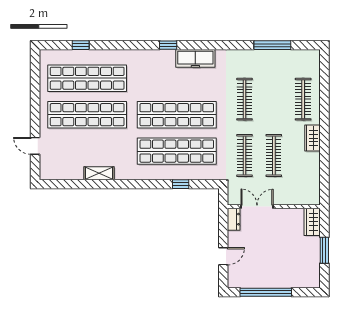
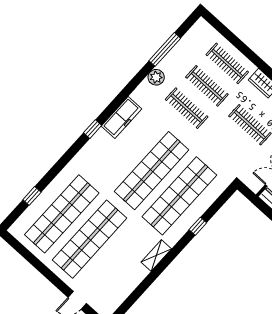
plant: (247, 57) -> (156, 77), added
clothes rail: (244, 155) -> (207, 86), moved
shelving: (99, 173) -> (156, 255), moved
window: (181, 184) -> (198, 226), moved

